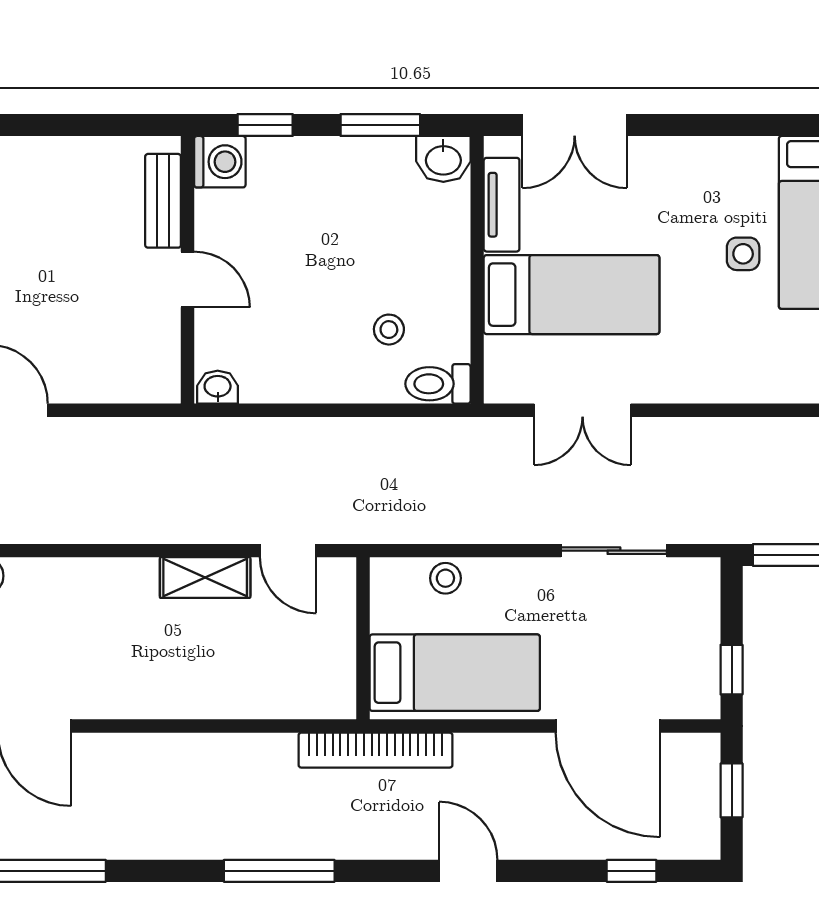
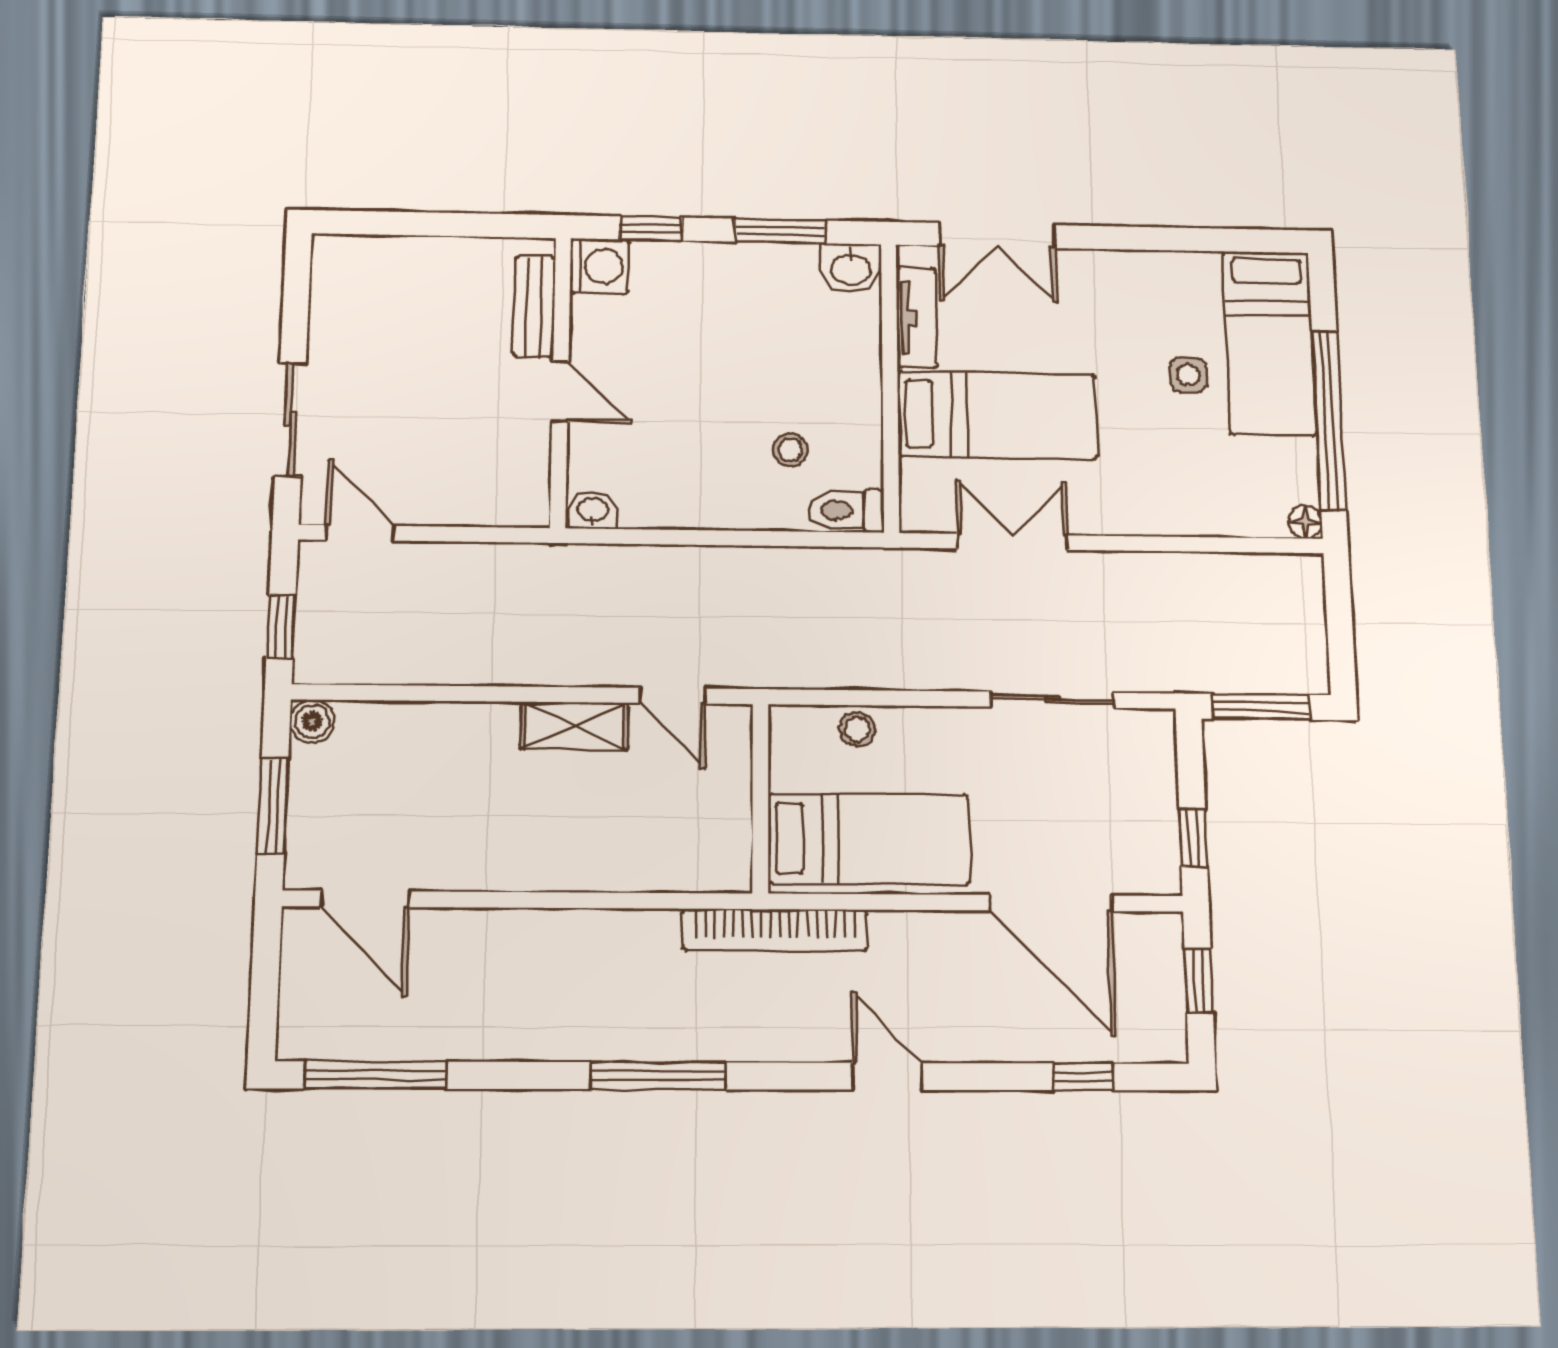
double door: (583, 410) -> (1012, 542), swing flipped

